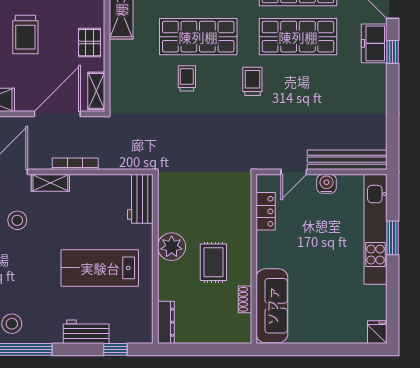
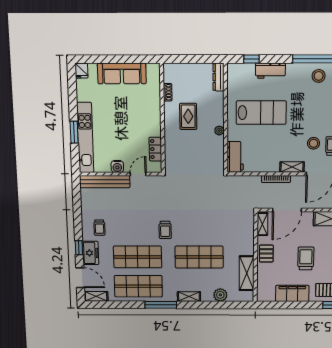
trolley: (187, 78) -> (99, 228), moved
plant: (172, 247) -> (219, 131), width x0.53, depth x0.53
sofa: (272, 306) -> (122, 73), moved, turned -90

